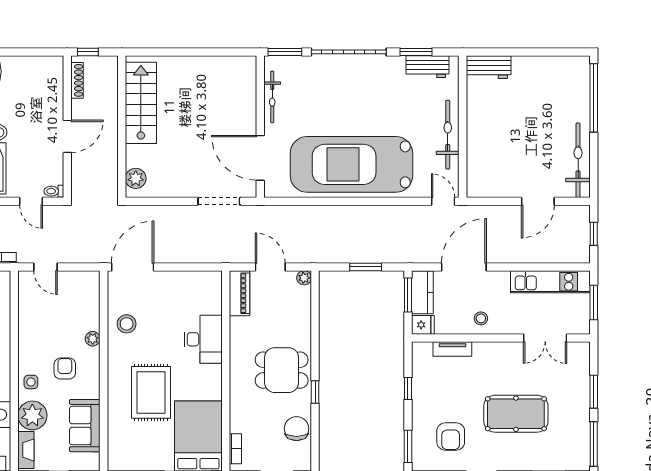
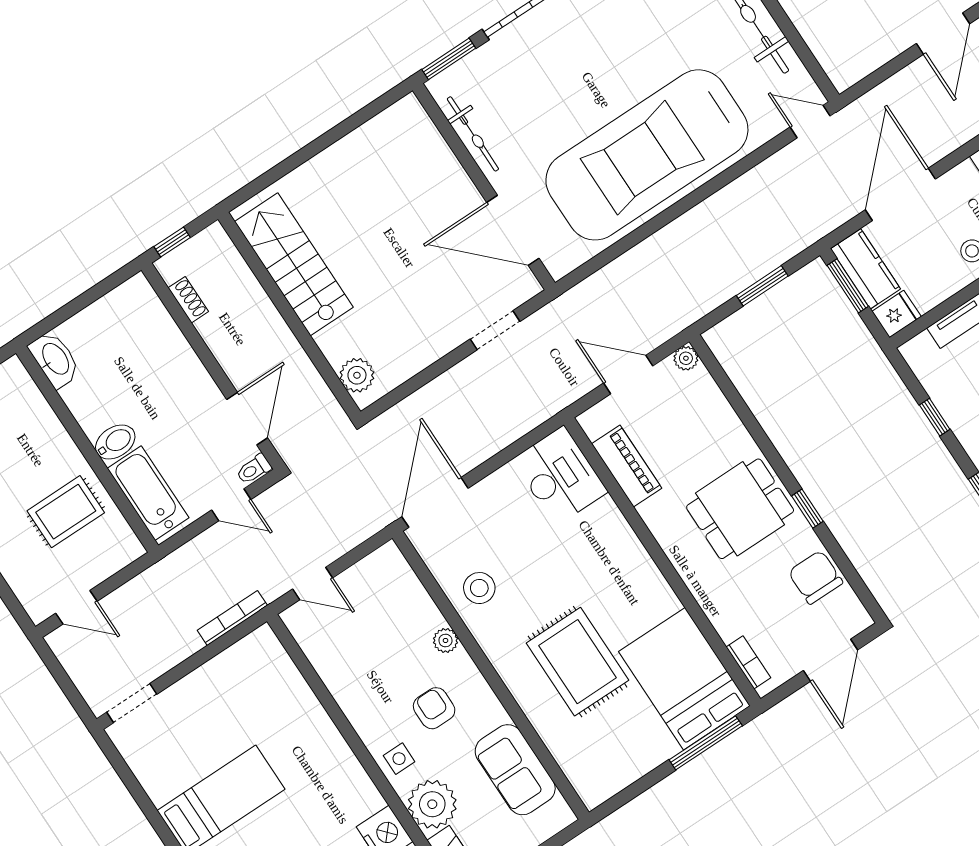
shoe rack: (77, 80) -> (188, 300), width x0.70
door: (67, 136) -> (247, 419), moved
doorway: (219, 201) -> (495, 330), width x0.73
piano: (239, 293) -> (627, 466), moved
desk: (203, 339) -> (560, 476), moved

